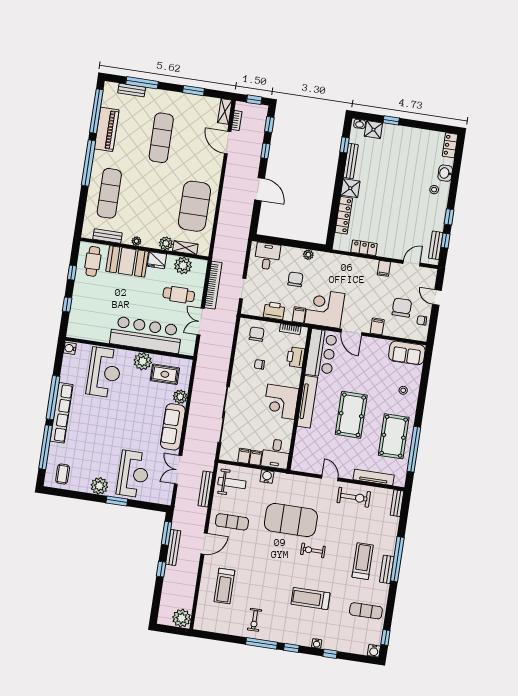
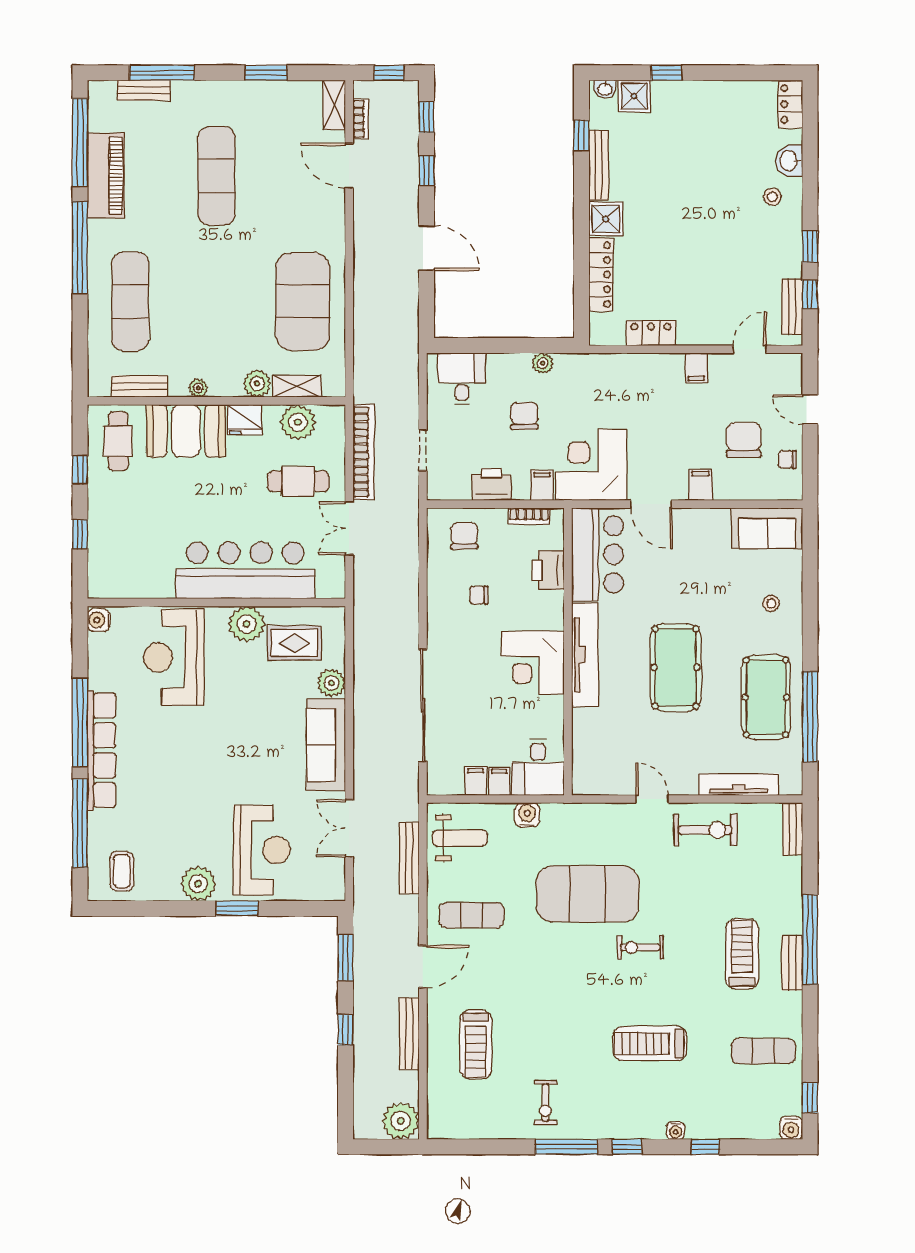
reception desk: (104, 372) -> (174, 657), turned 180
bench: (173, 547) -> (409, 1034), moved

